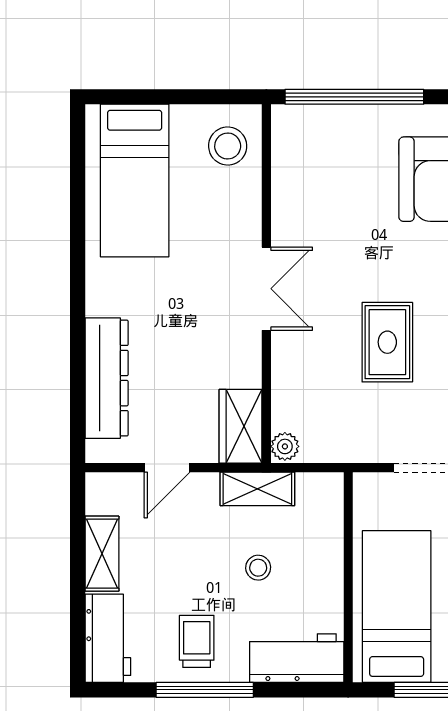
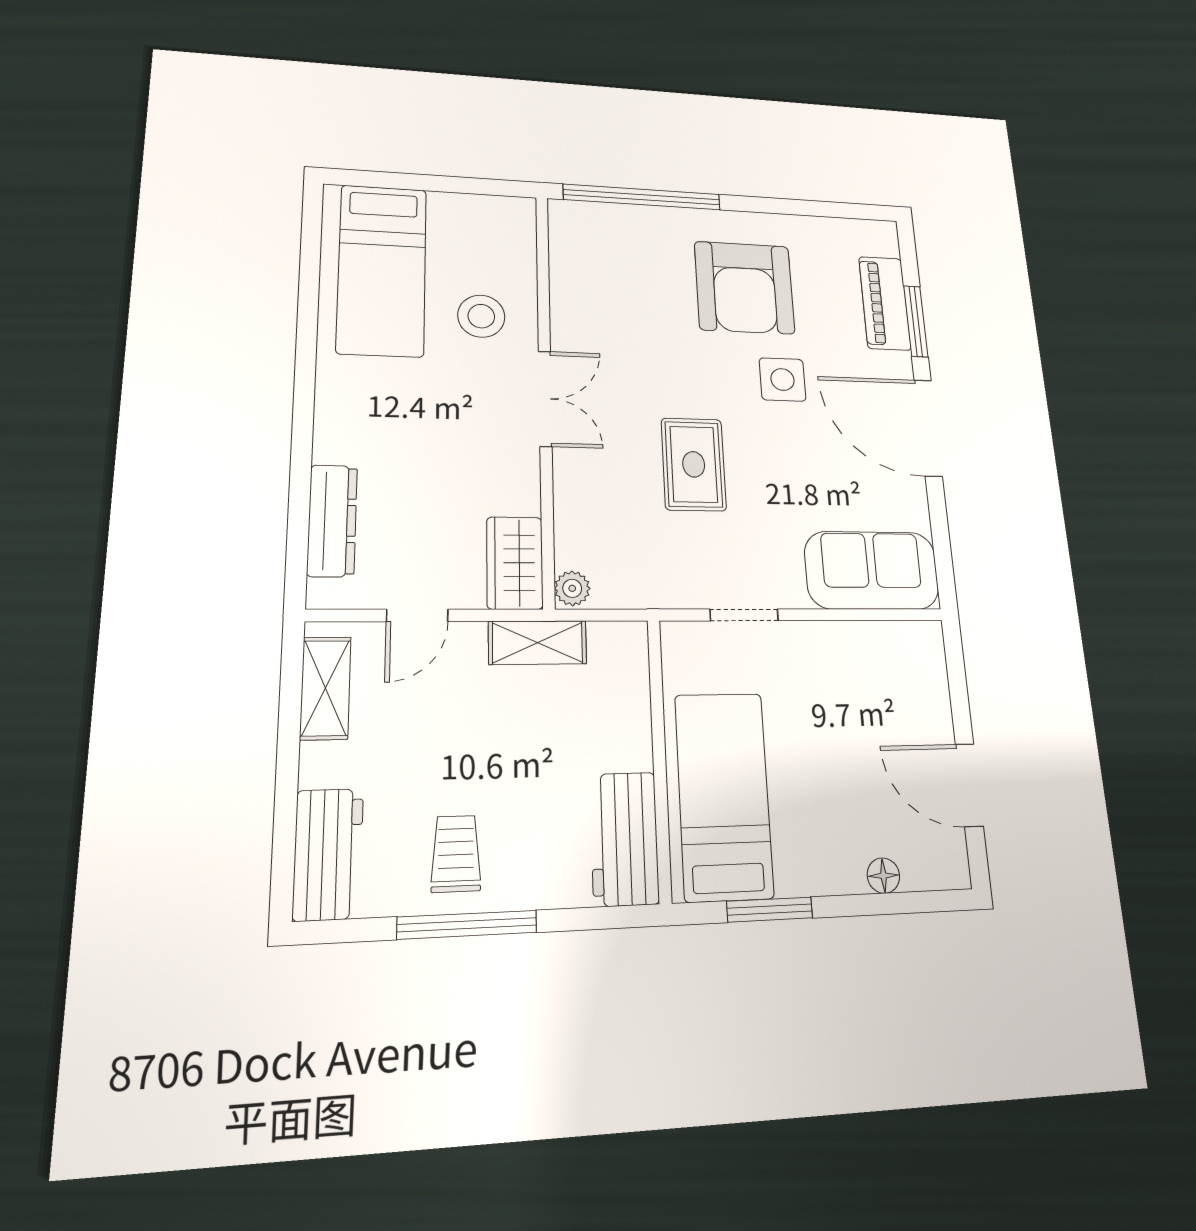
stool: (228, 146) -> (481, 316), moved
dresser: (107, 378) -> (332, 521), width x0.73, depth x0.80
shelving: (102, 554) -> (326, 688), moved
stool: (258, 568) -> (540, 747), removed
workbench: (297, 658) -> (625, 839), moved, turned -90

